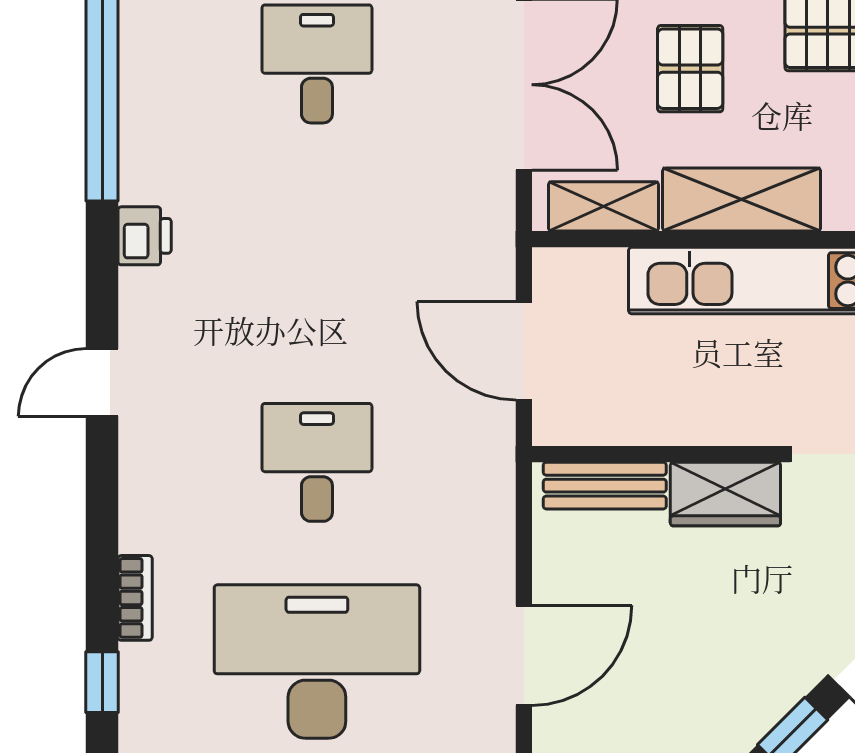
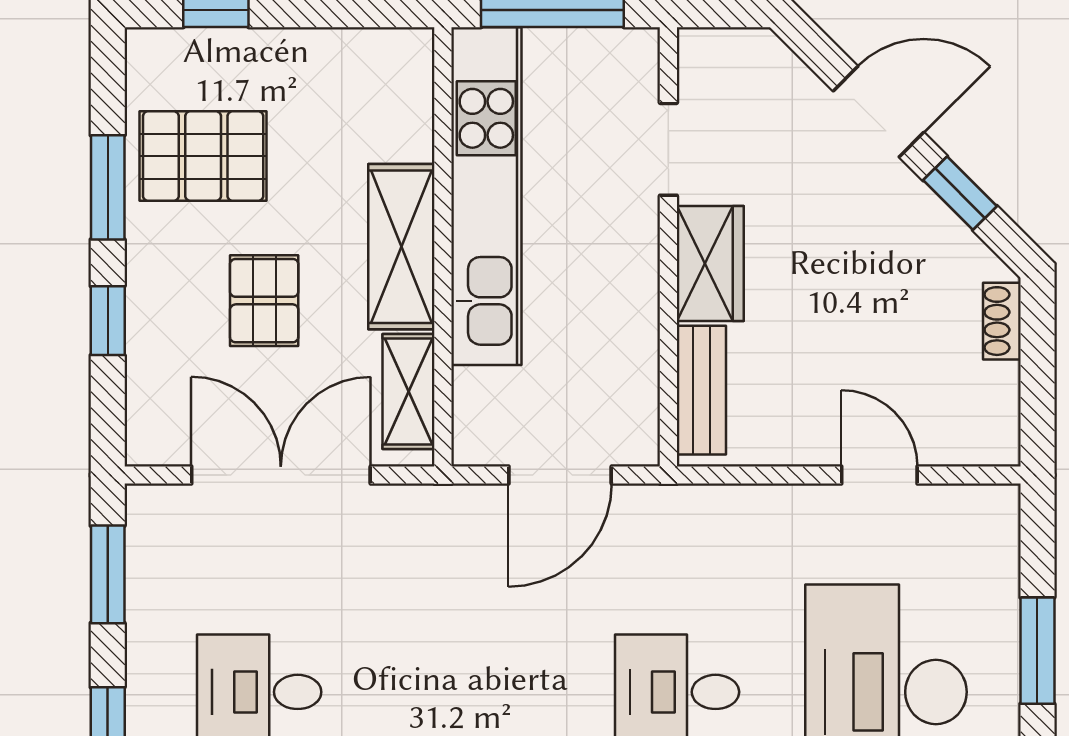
pallet: (690, 69) -> (264, 301), turned 90
door: (524, 655) -> (879, 475), width x0.73

